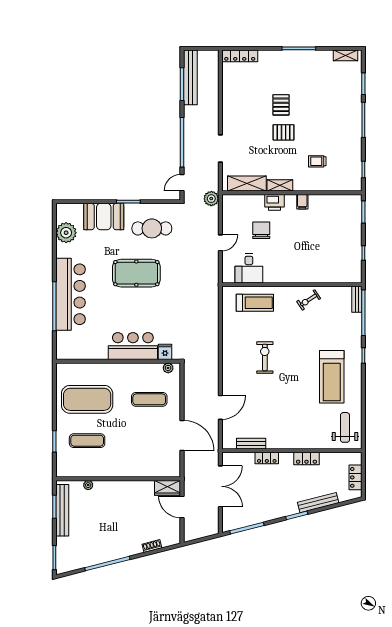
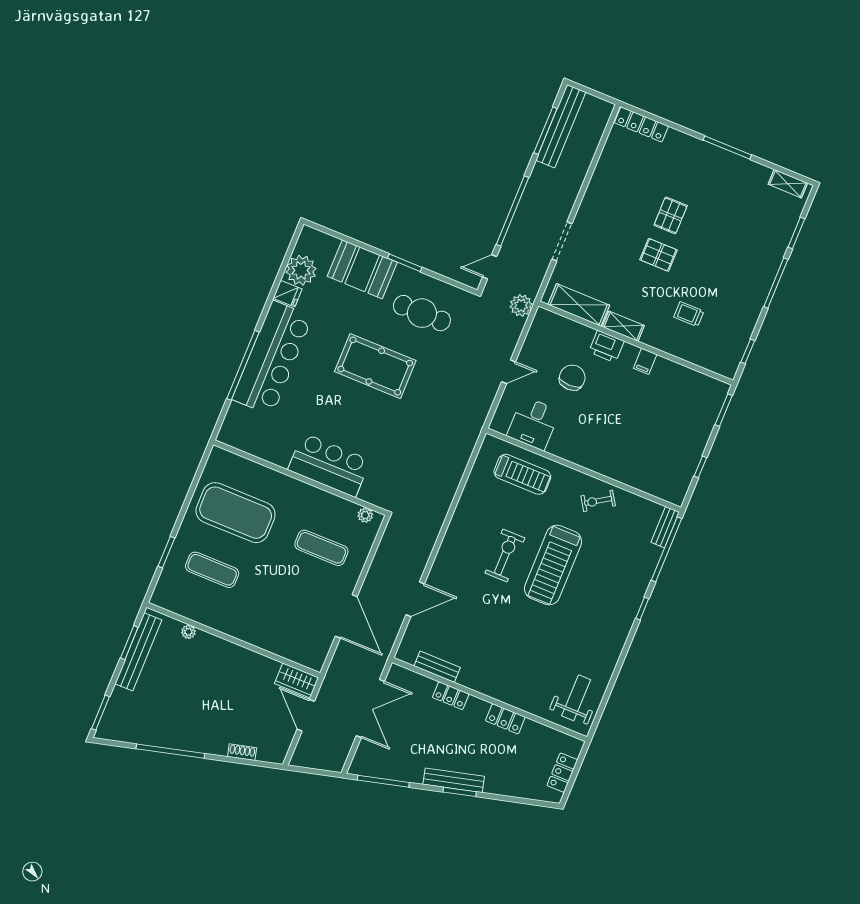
fridge: (165, 352) -> (288, 294), moved, turned 90
treadmill: (332, 377) -> (553, 565), moved
bench: (318, 503) -> (454, 780), moved

